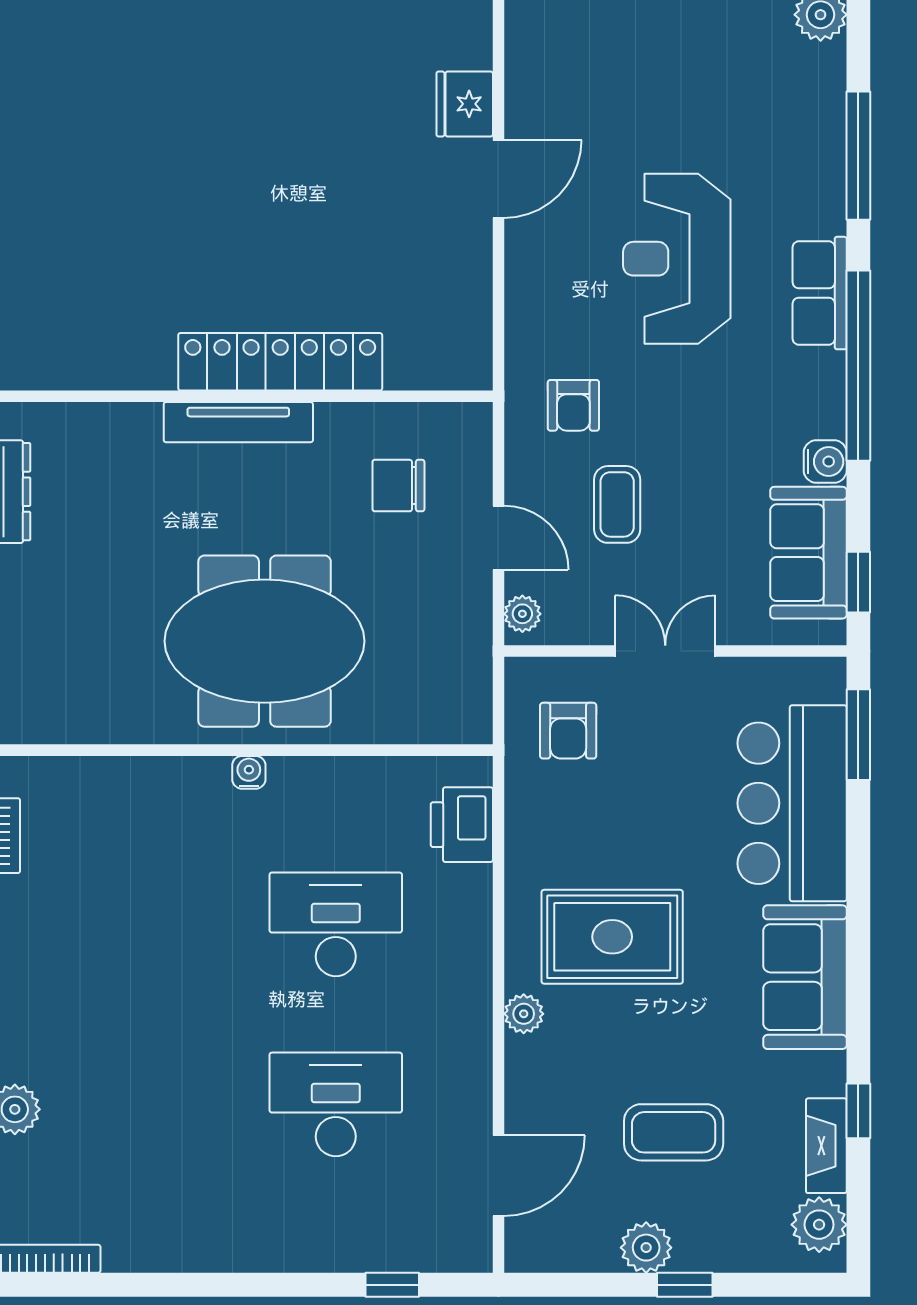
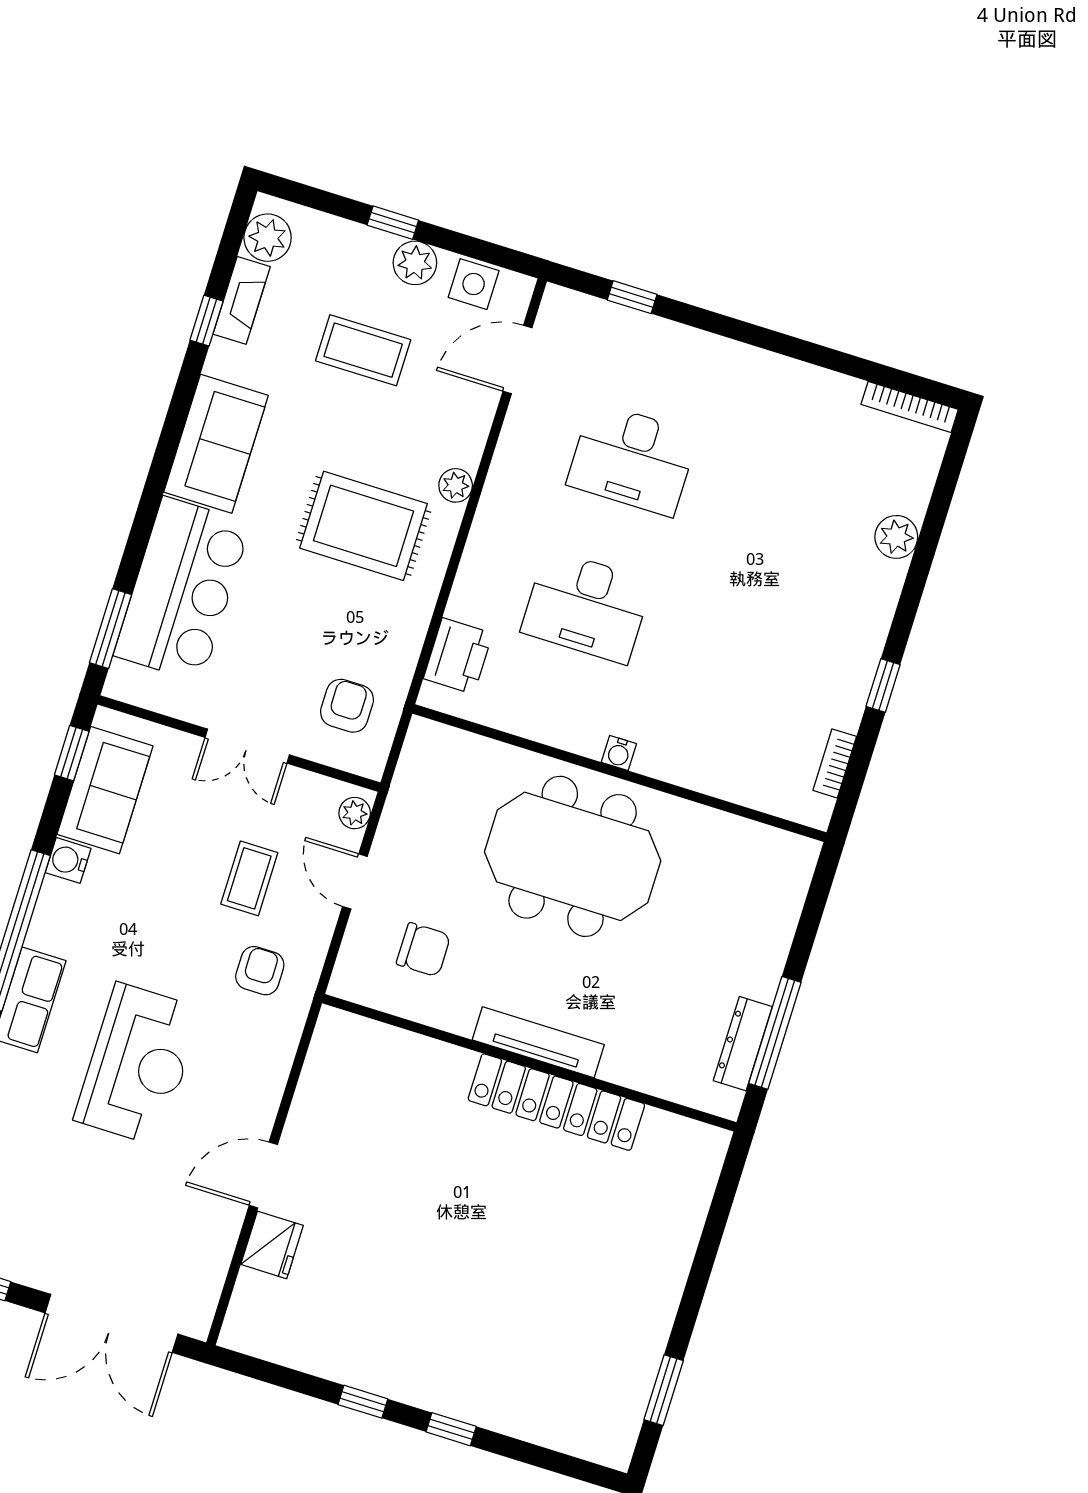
locker: (280, 362) -> (556, 1102), moved
side table: (573, 1244) -> (474, 284), added

